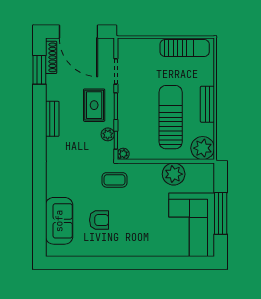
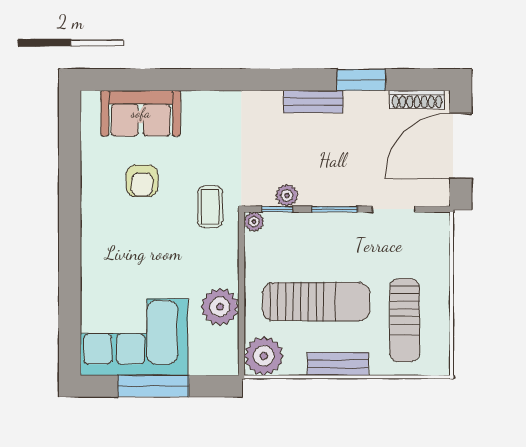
sun lounger: (185, 48) -> (405, 320), moved
window: (39, 70) -> (361, 80), moved
rug: (94, 105) -> (336, 172), removed

